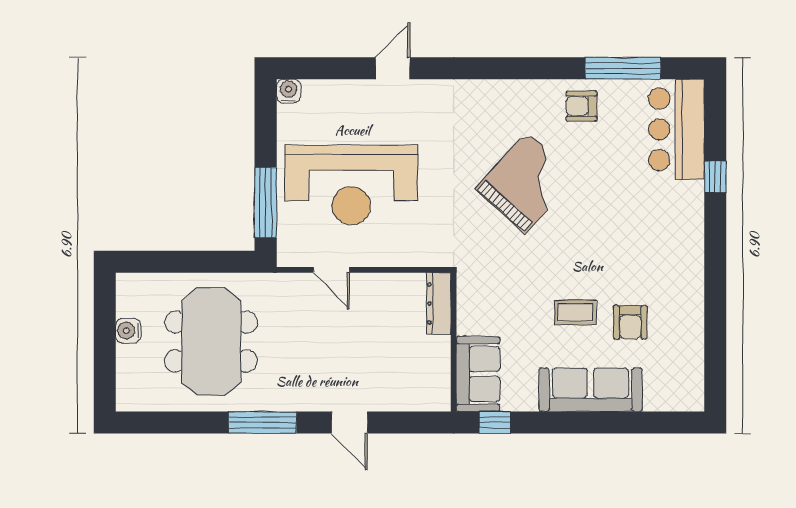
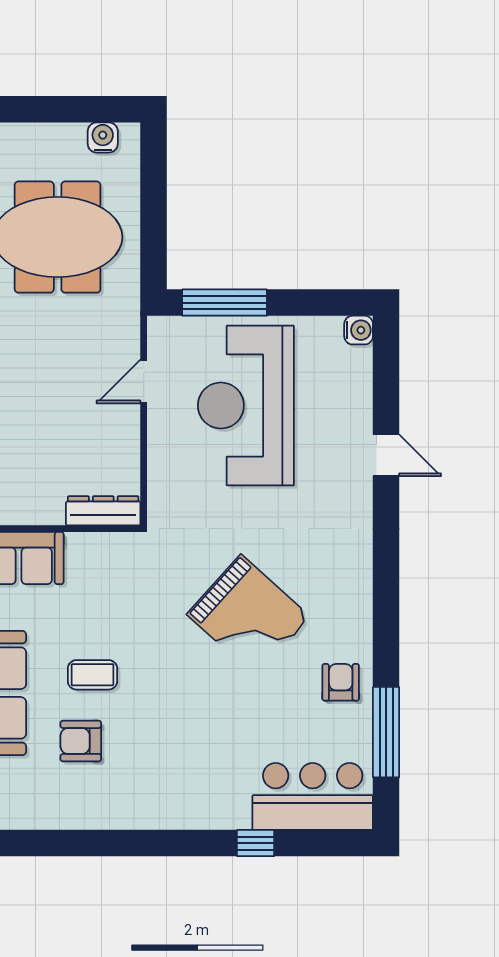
coffee table: (575, 312) -> (92, 675), turned 90
water cooler: (128, 331) -> (103, 137), moved

